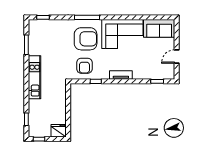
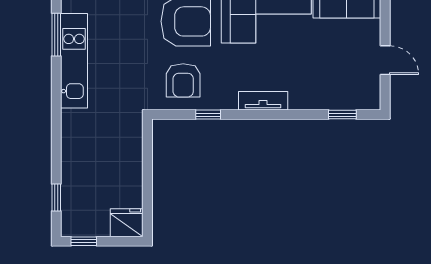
door: (177, 56) -> (385, 60), swing flipped
kitchen unit: (35, 77) -> (74, 61), moved

